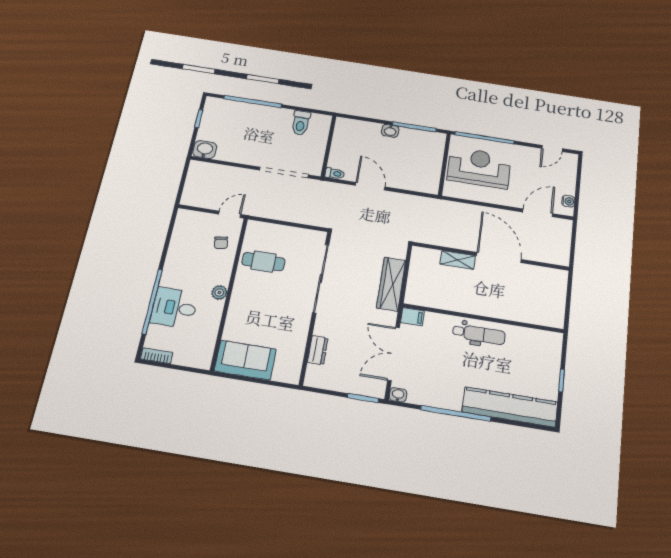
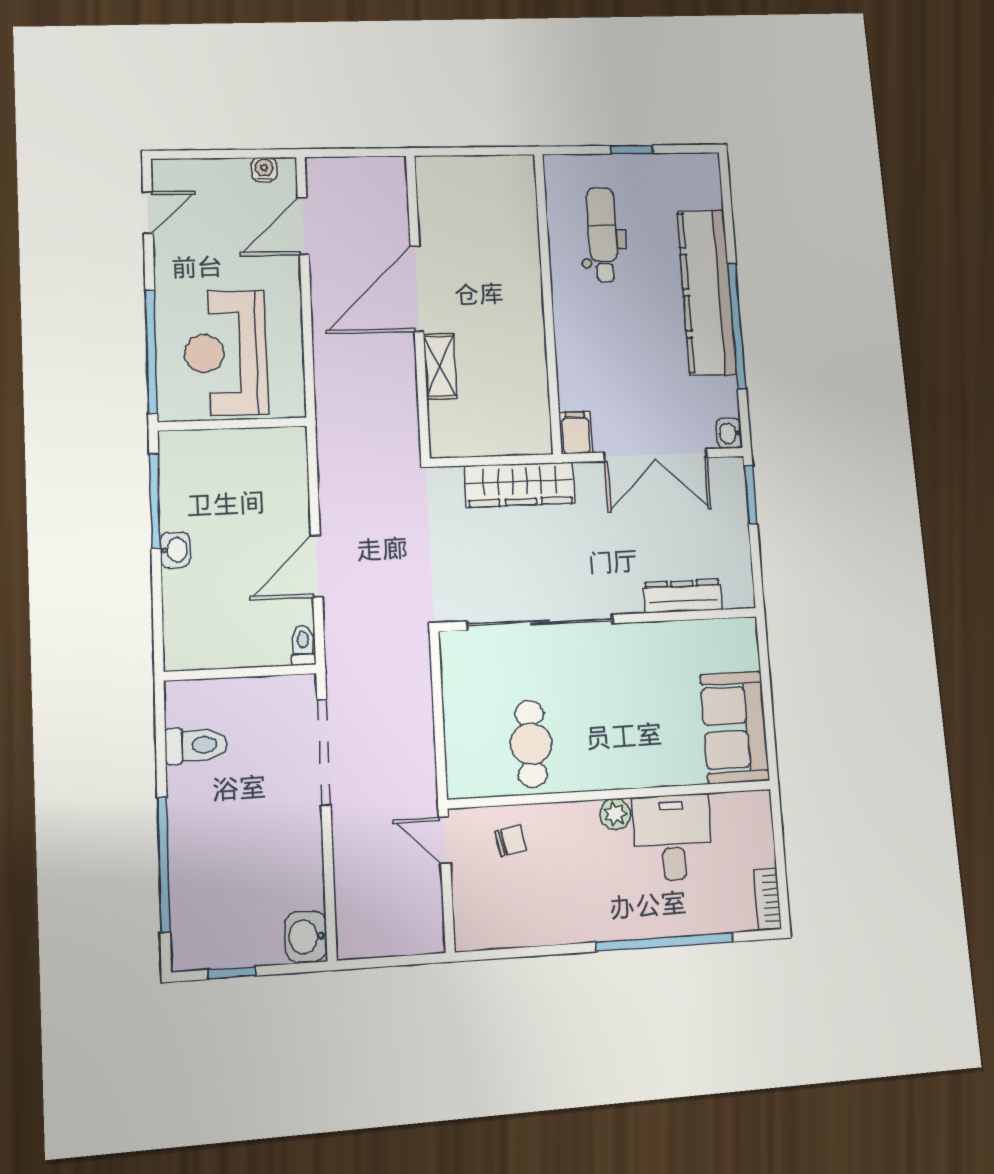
door: (552, 148) -> (148, 212), hinge flipped
door: (538, 213) -> (303, 226), hinge flipped
desk: (174, 308) -> (673, 838), moved, turned 180
dental chair: (479, 334) -> (603, 235), moved
dresser: (318, 350) -> (683, 596), width x1.44
kitchen counter: (510, 407) -> (707, 292), moved

